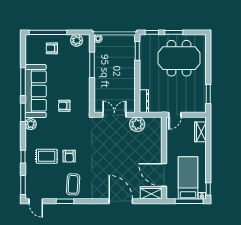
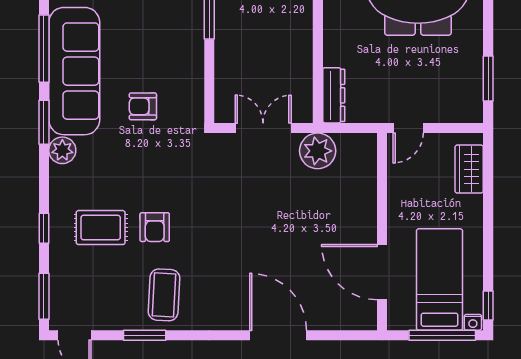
wardrobe: (151, 193) -> (351, 315), removed

